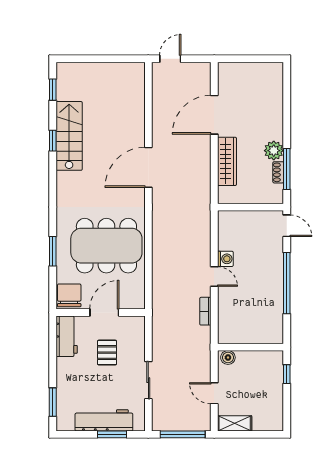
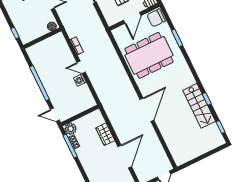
plant: (274, 151) -> (71, 129), moved
wardrobe: (227, 161) -> (105, 134), width x0.67
chair: (69, 295) -> (156, 18), turned 90

